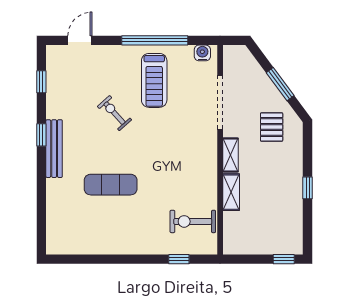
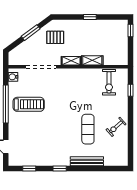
exercise bike: (114, 113) -> (116, 127), moved
bench: (54, 149) -> (87, 161), moved

